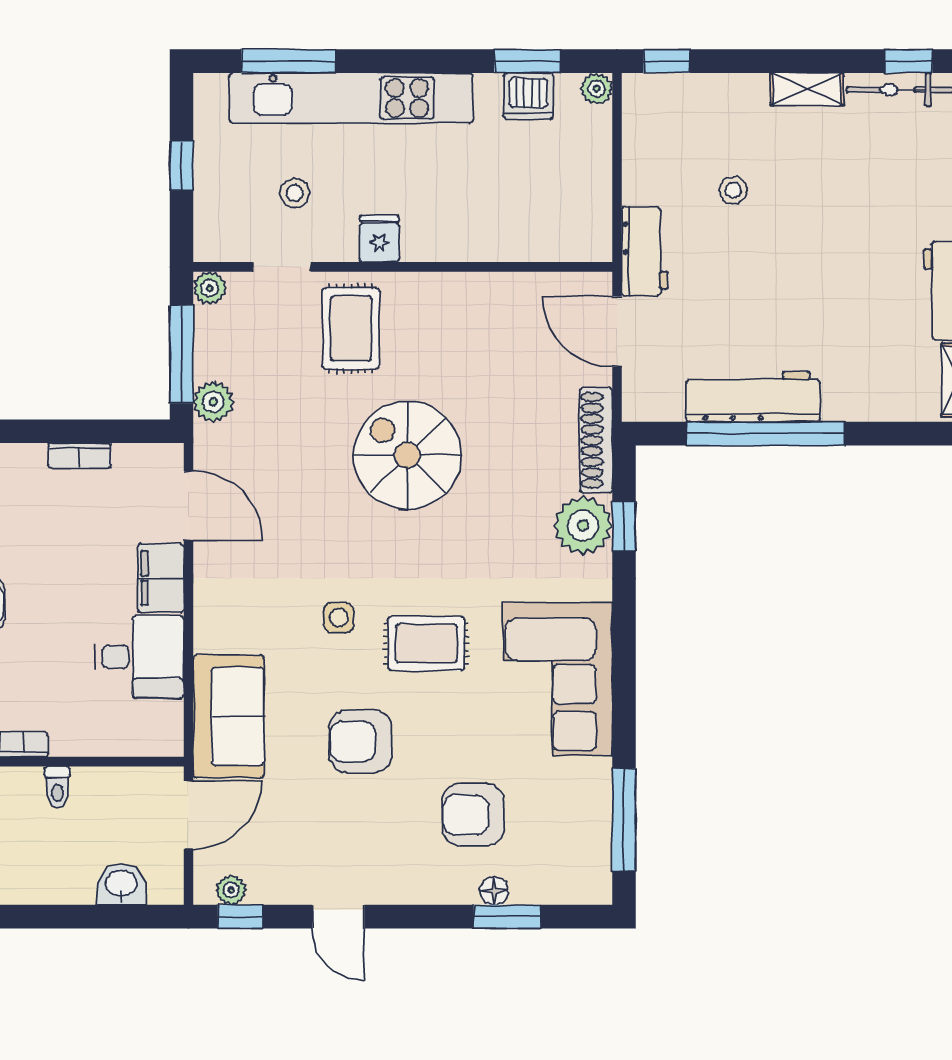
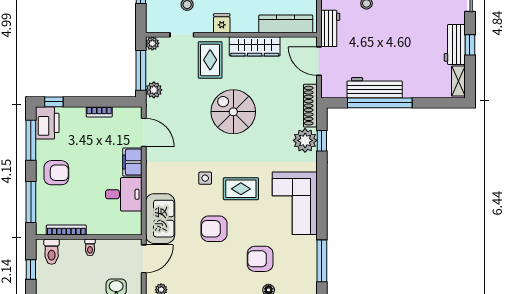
kitchen counter: (536, 240) -> (286, 24), added
wardrobe: (460, 295) -> (255, 46), added

